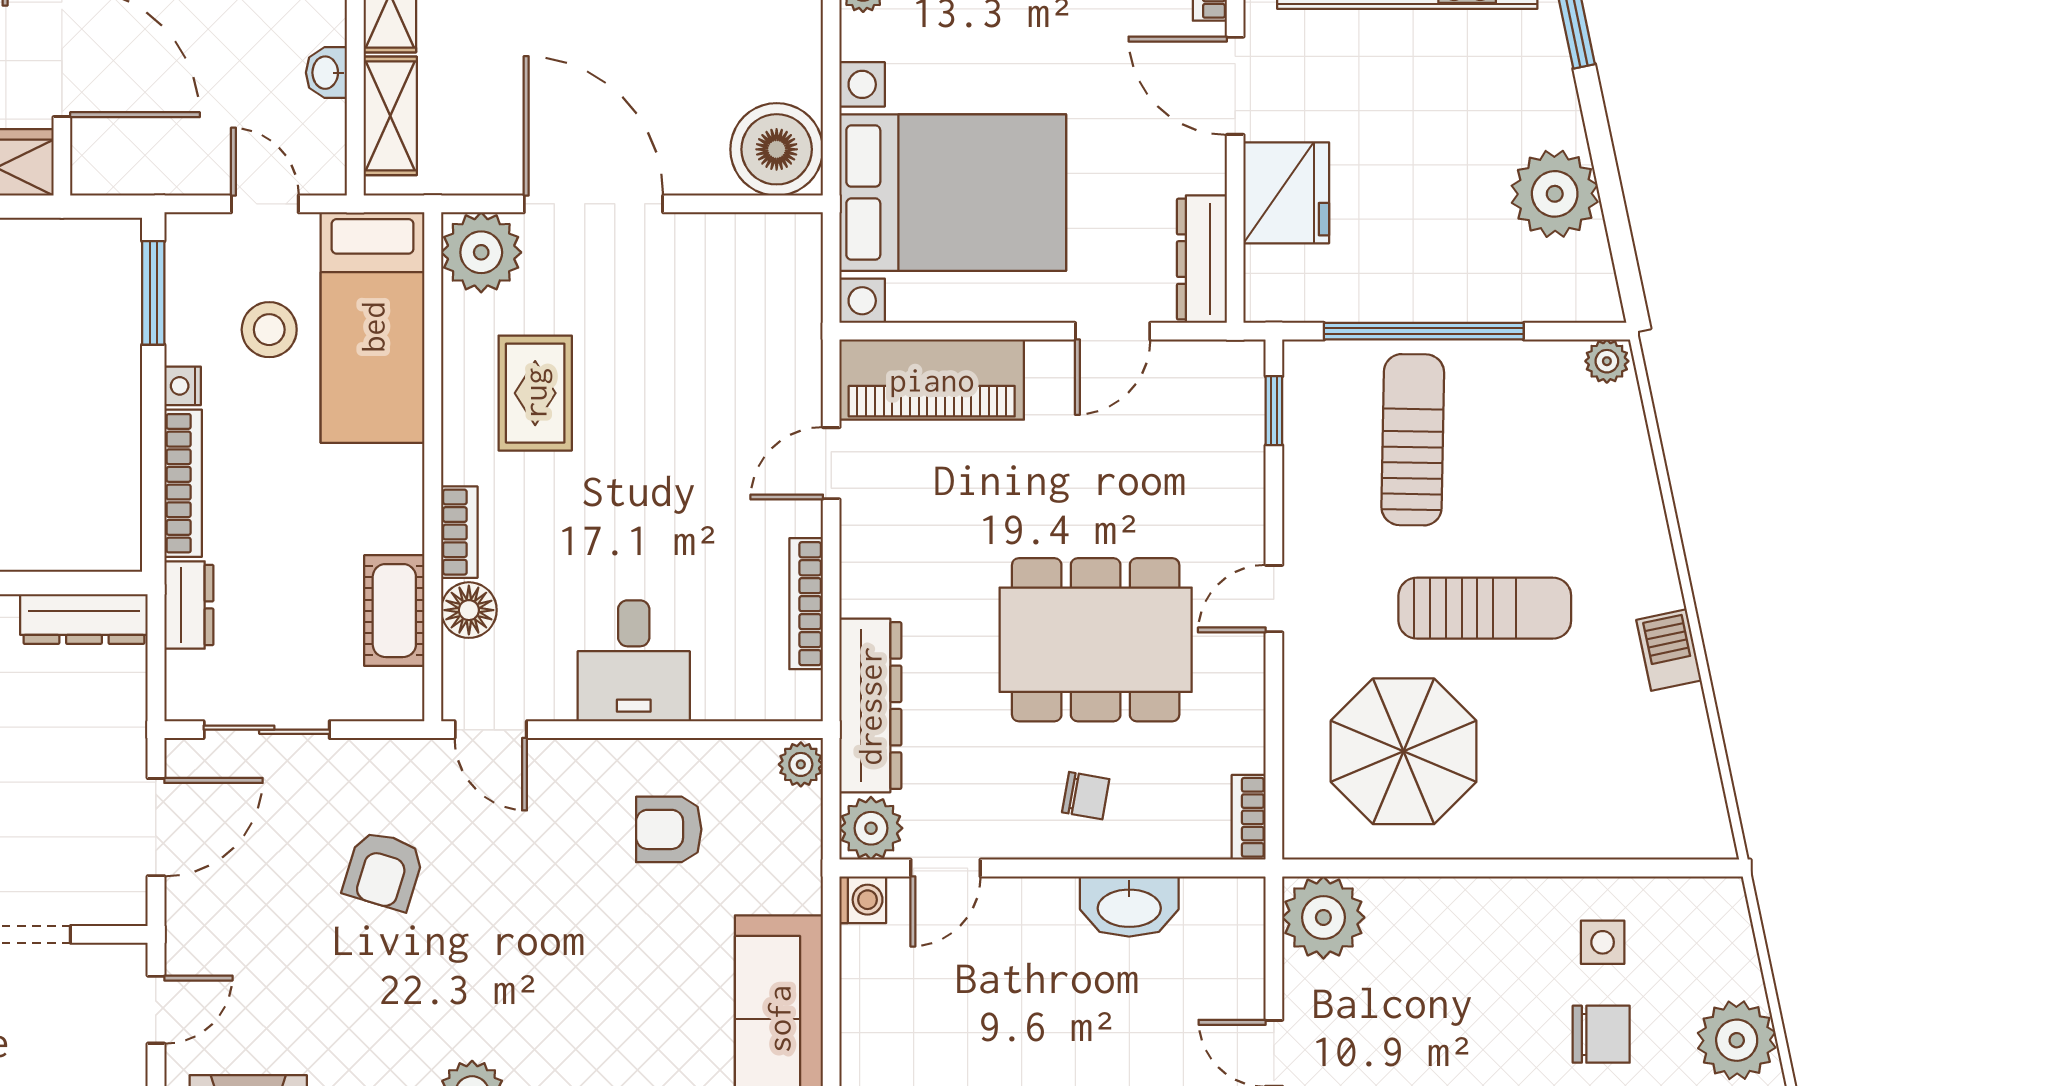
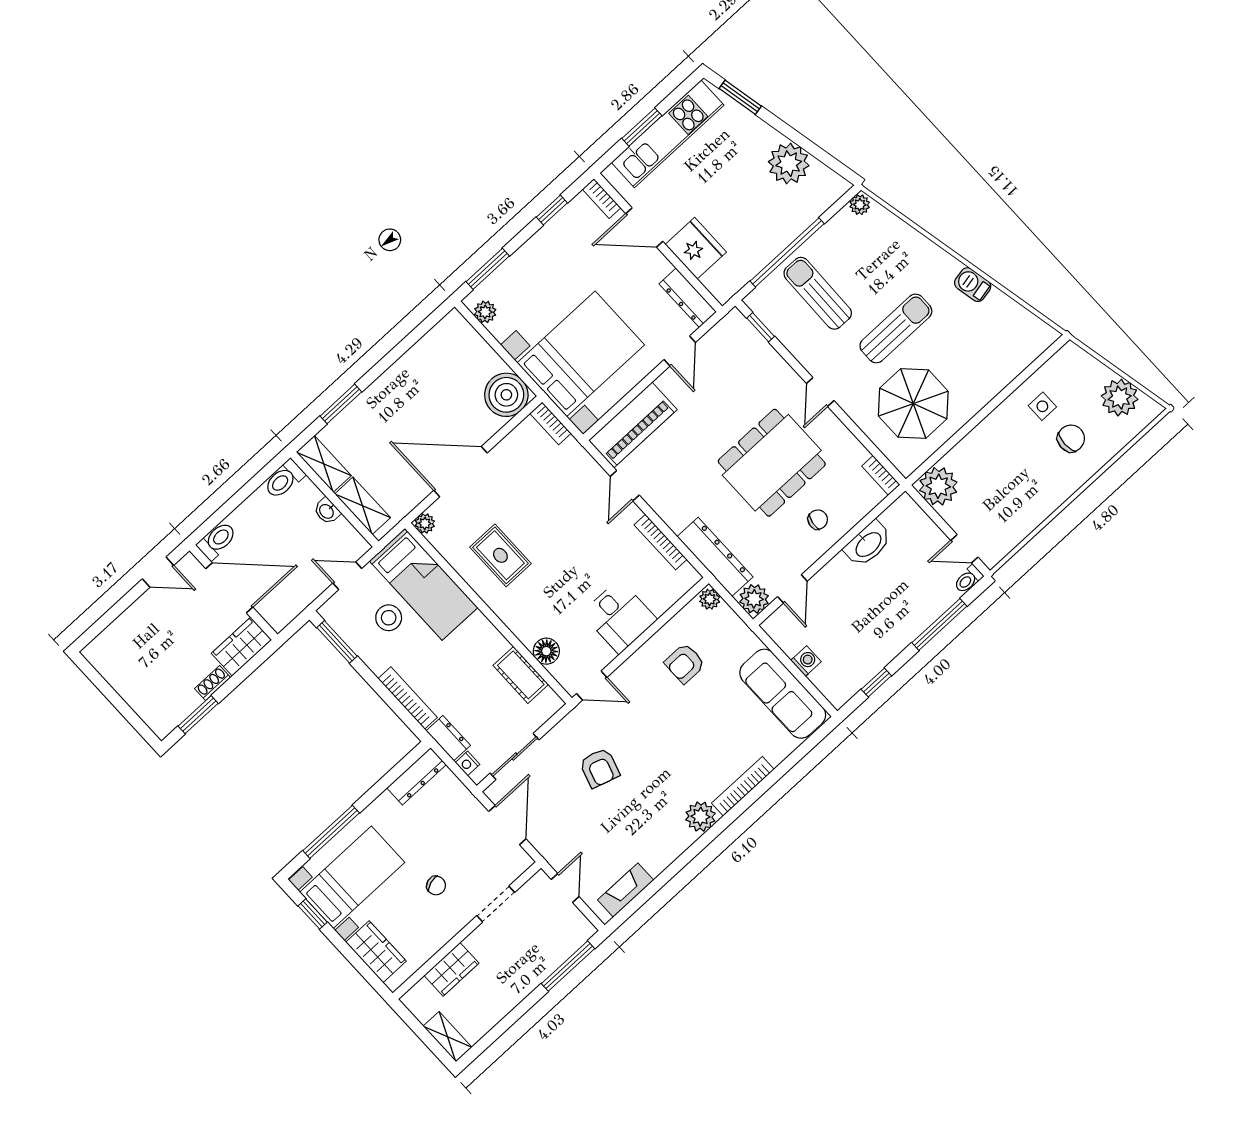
plant: (481, 252) -> (425, 523), width x0.53, depth x0.53
nightstand: (183, 386) -> (467, 763), moved
bookcase: (459, 532) -> (550, 423), moved, turned 180
washing machine: (863, 900) -> (806, 661), moved

